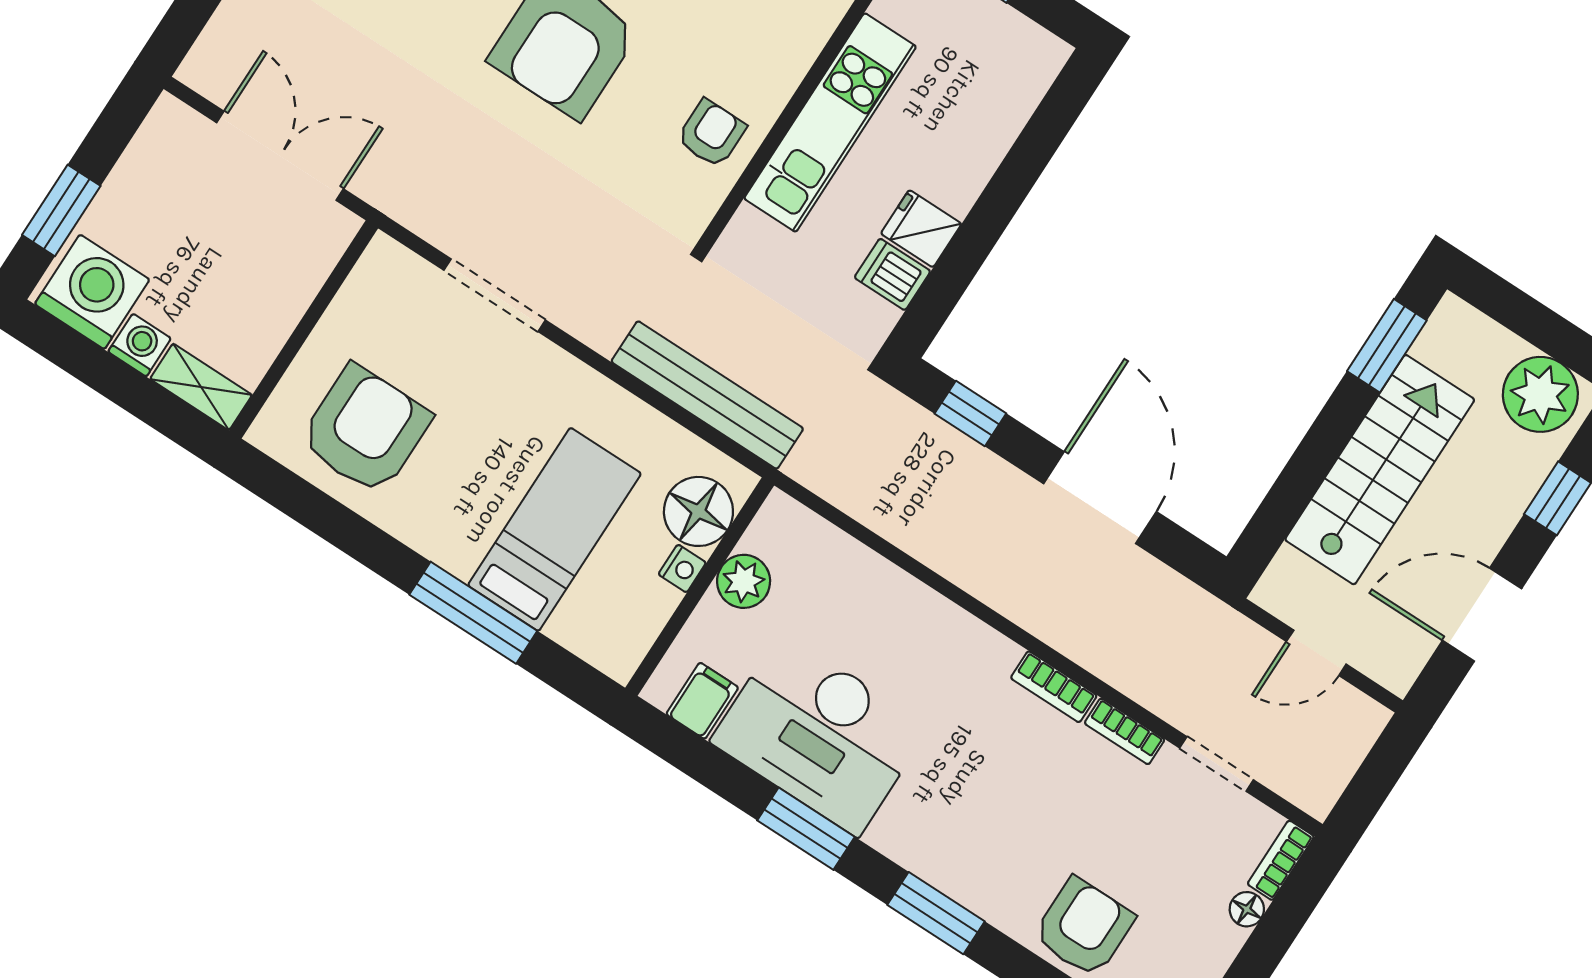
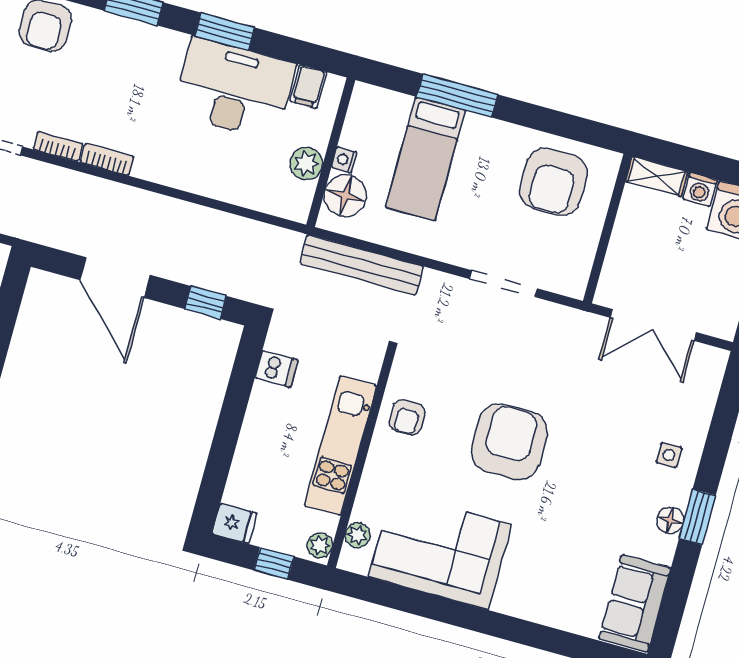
fridge: (921, 229) -> (234, 523), moved

